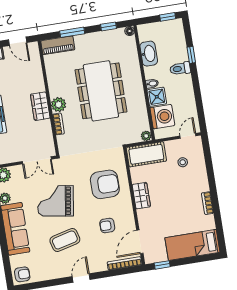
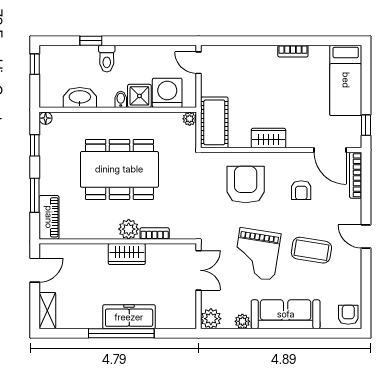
stool: (183, 162) -> (233, 75), removed
coffee table: (65, 240) -> (311, 250), turned -67

